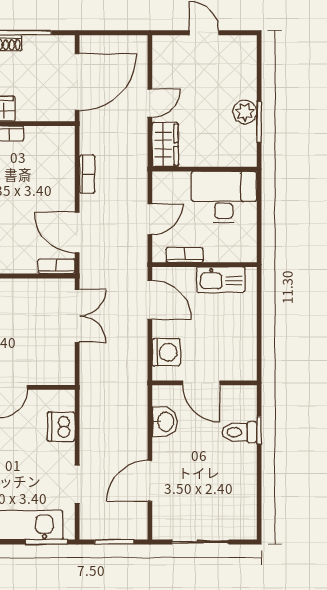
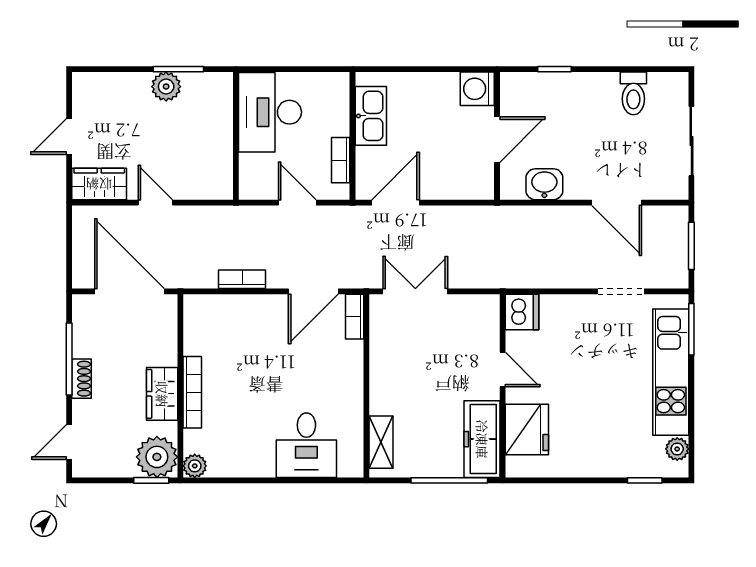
wardrobe: (165, 145) -> (99, 184), moved
washing machine: (166, 352) -> (477, 89), moved, turned -90
dishwasher: (61, 427) -> (522, 312), moved, turned -90
toilet: (239, 432) -> (633, 93), moved

